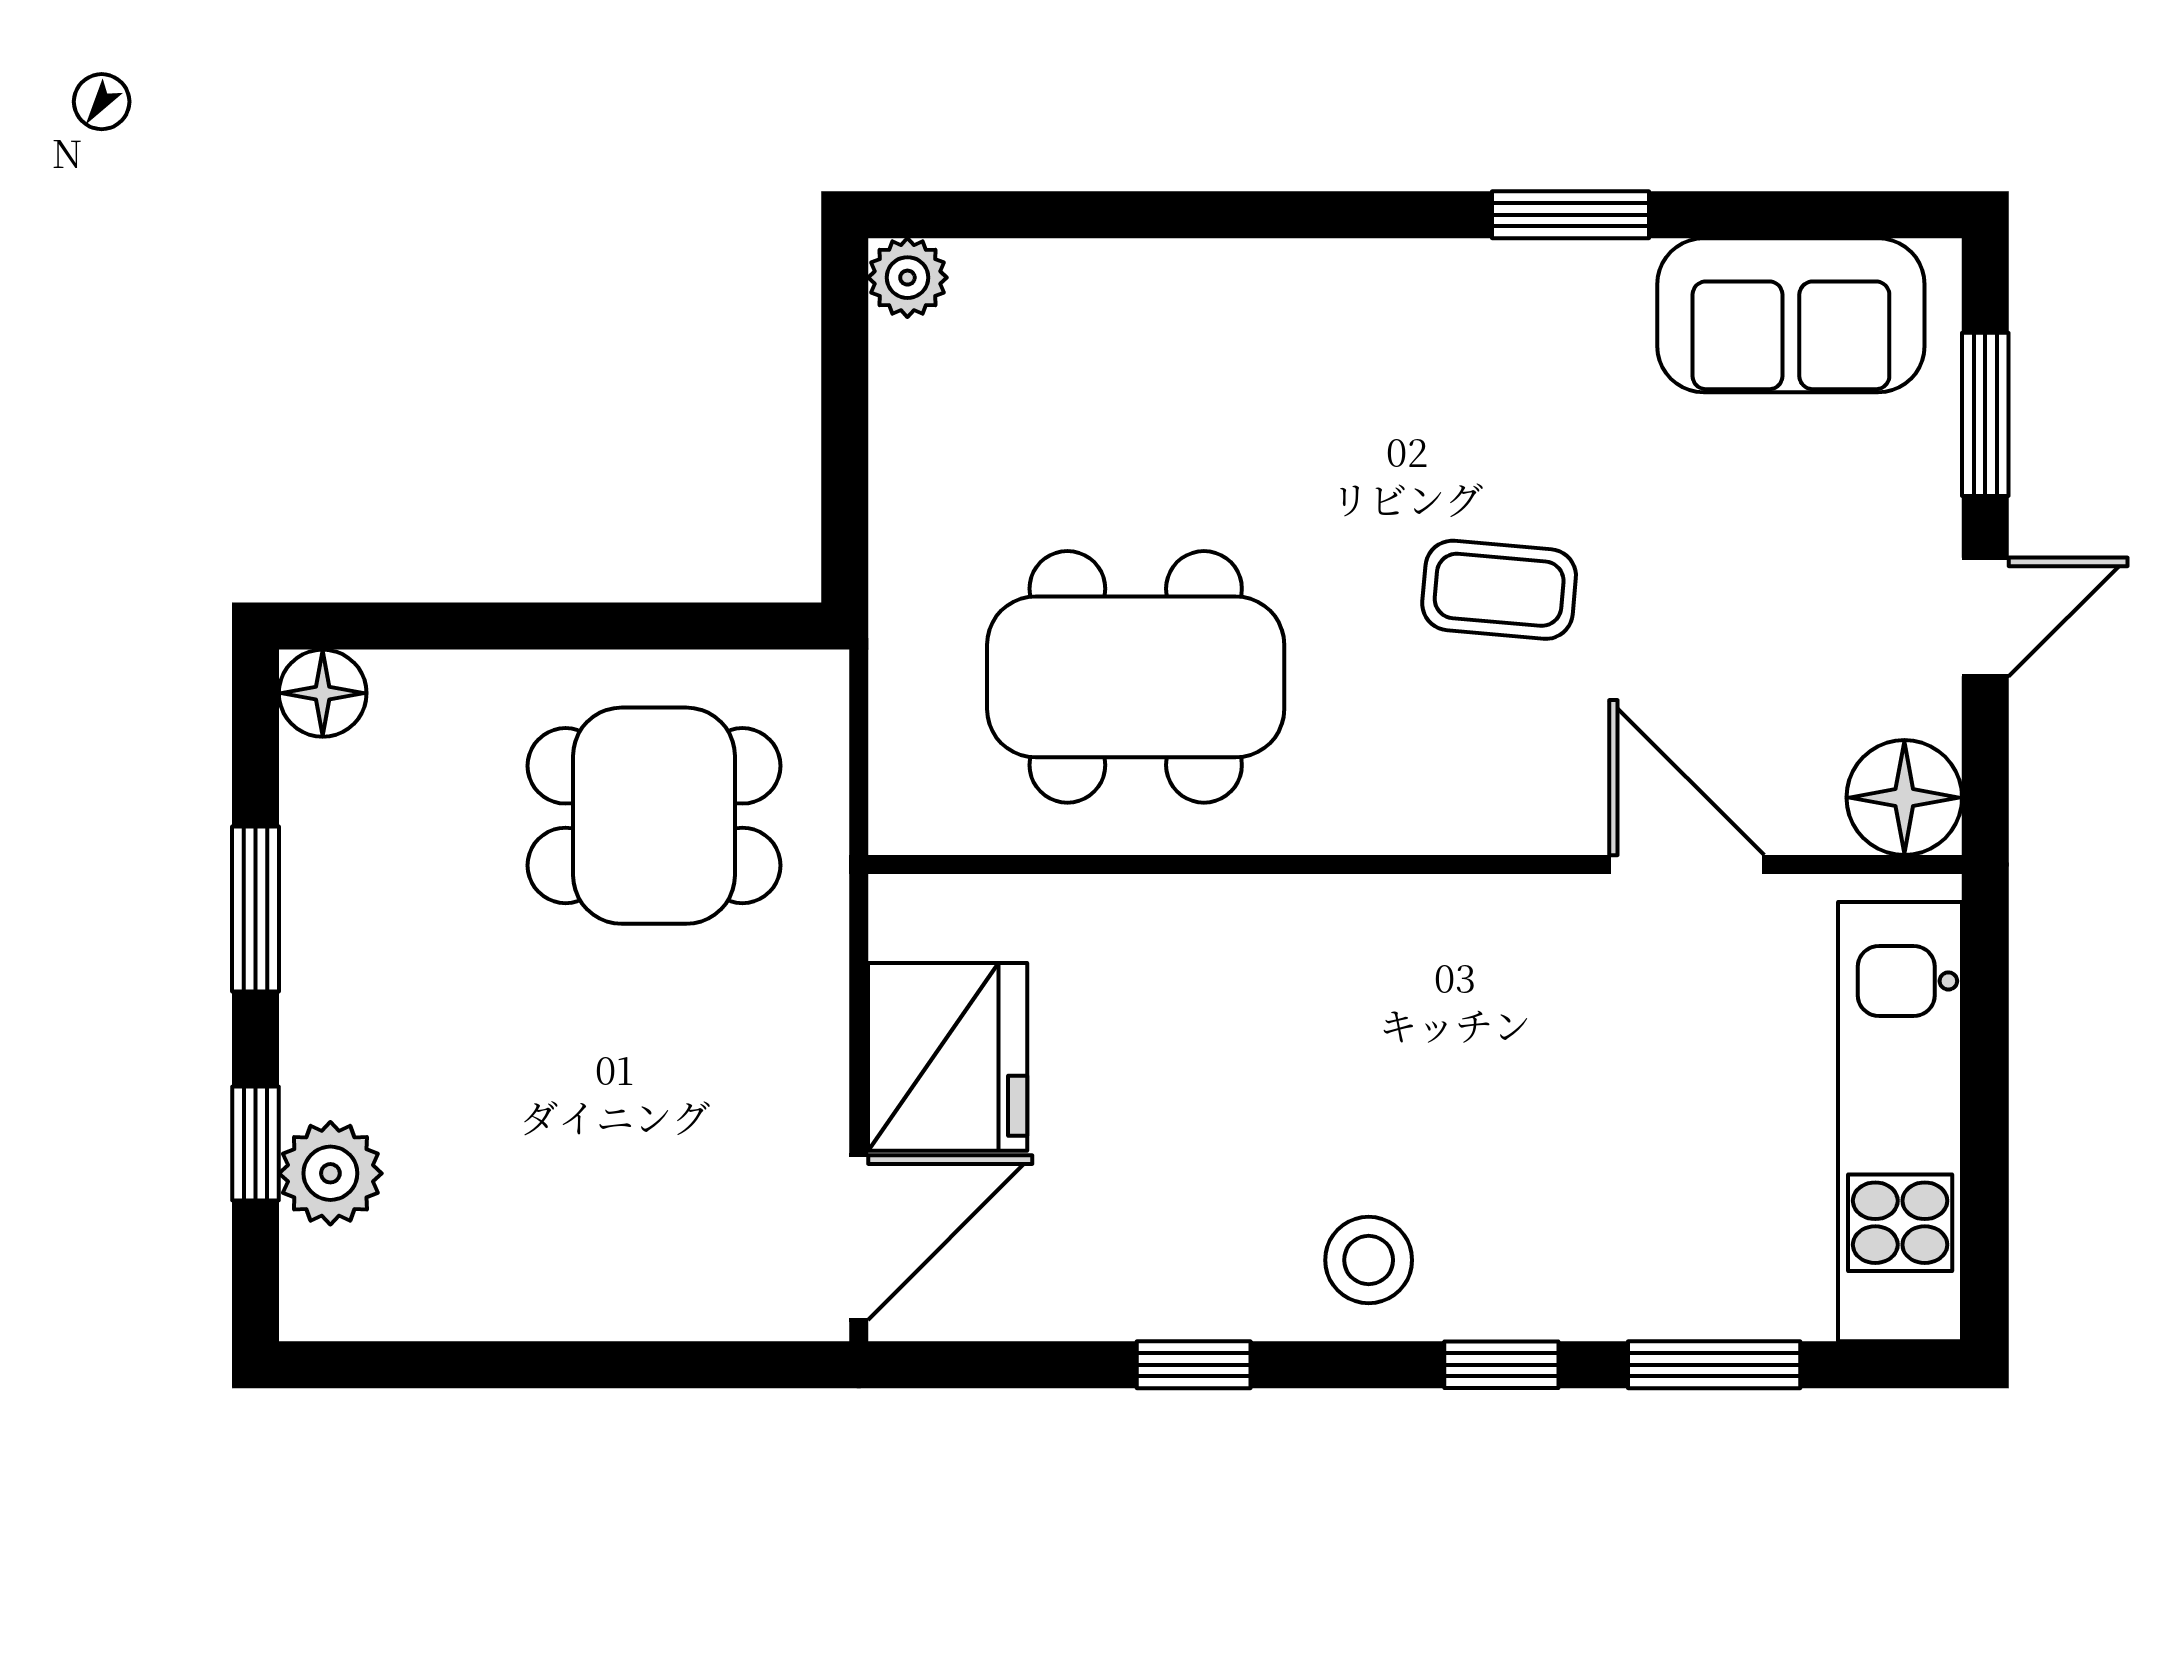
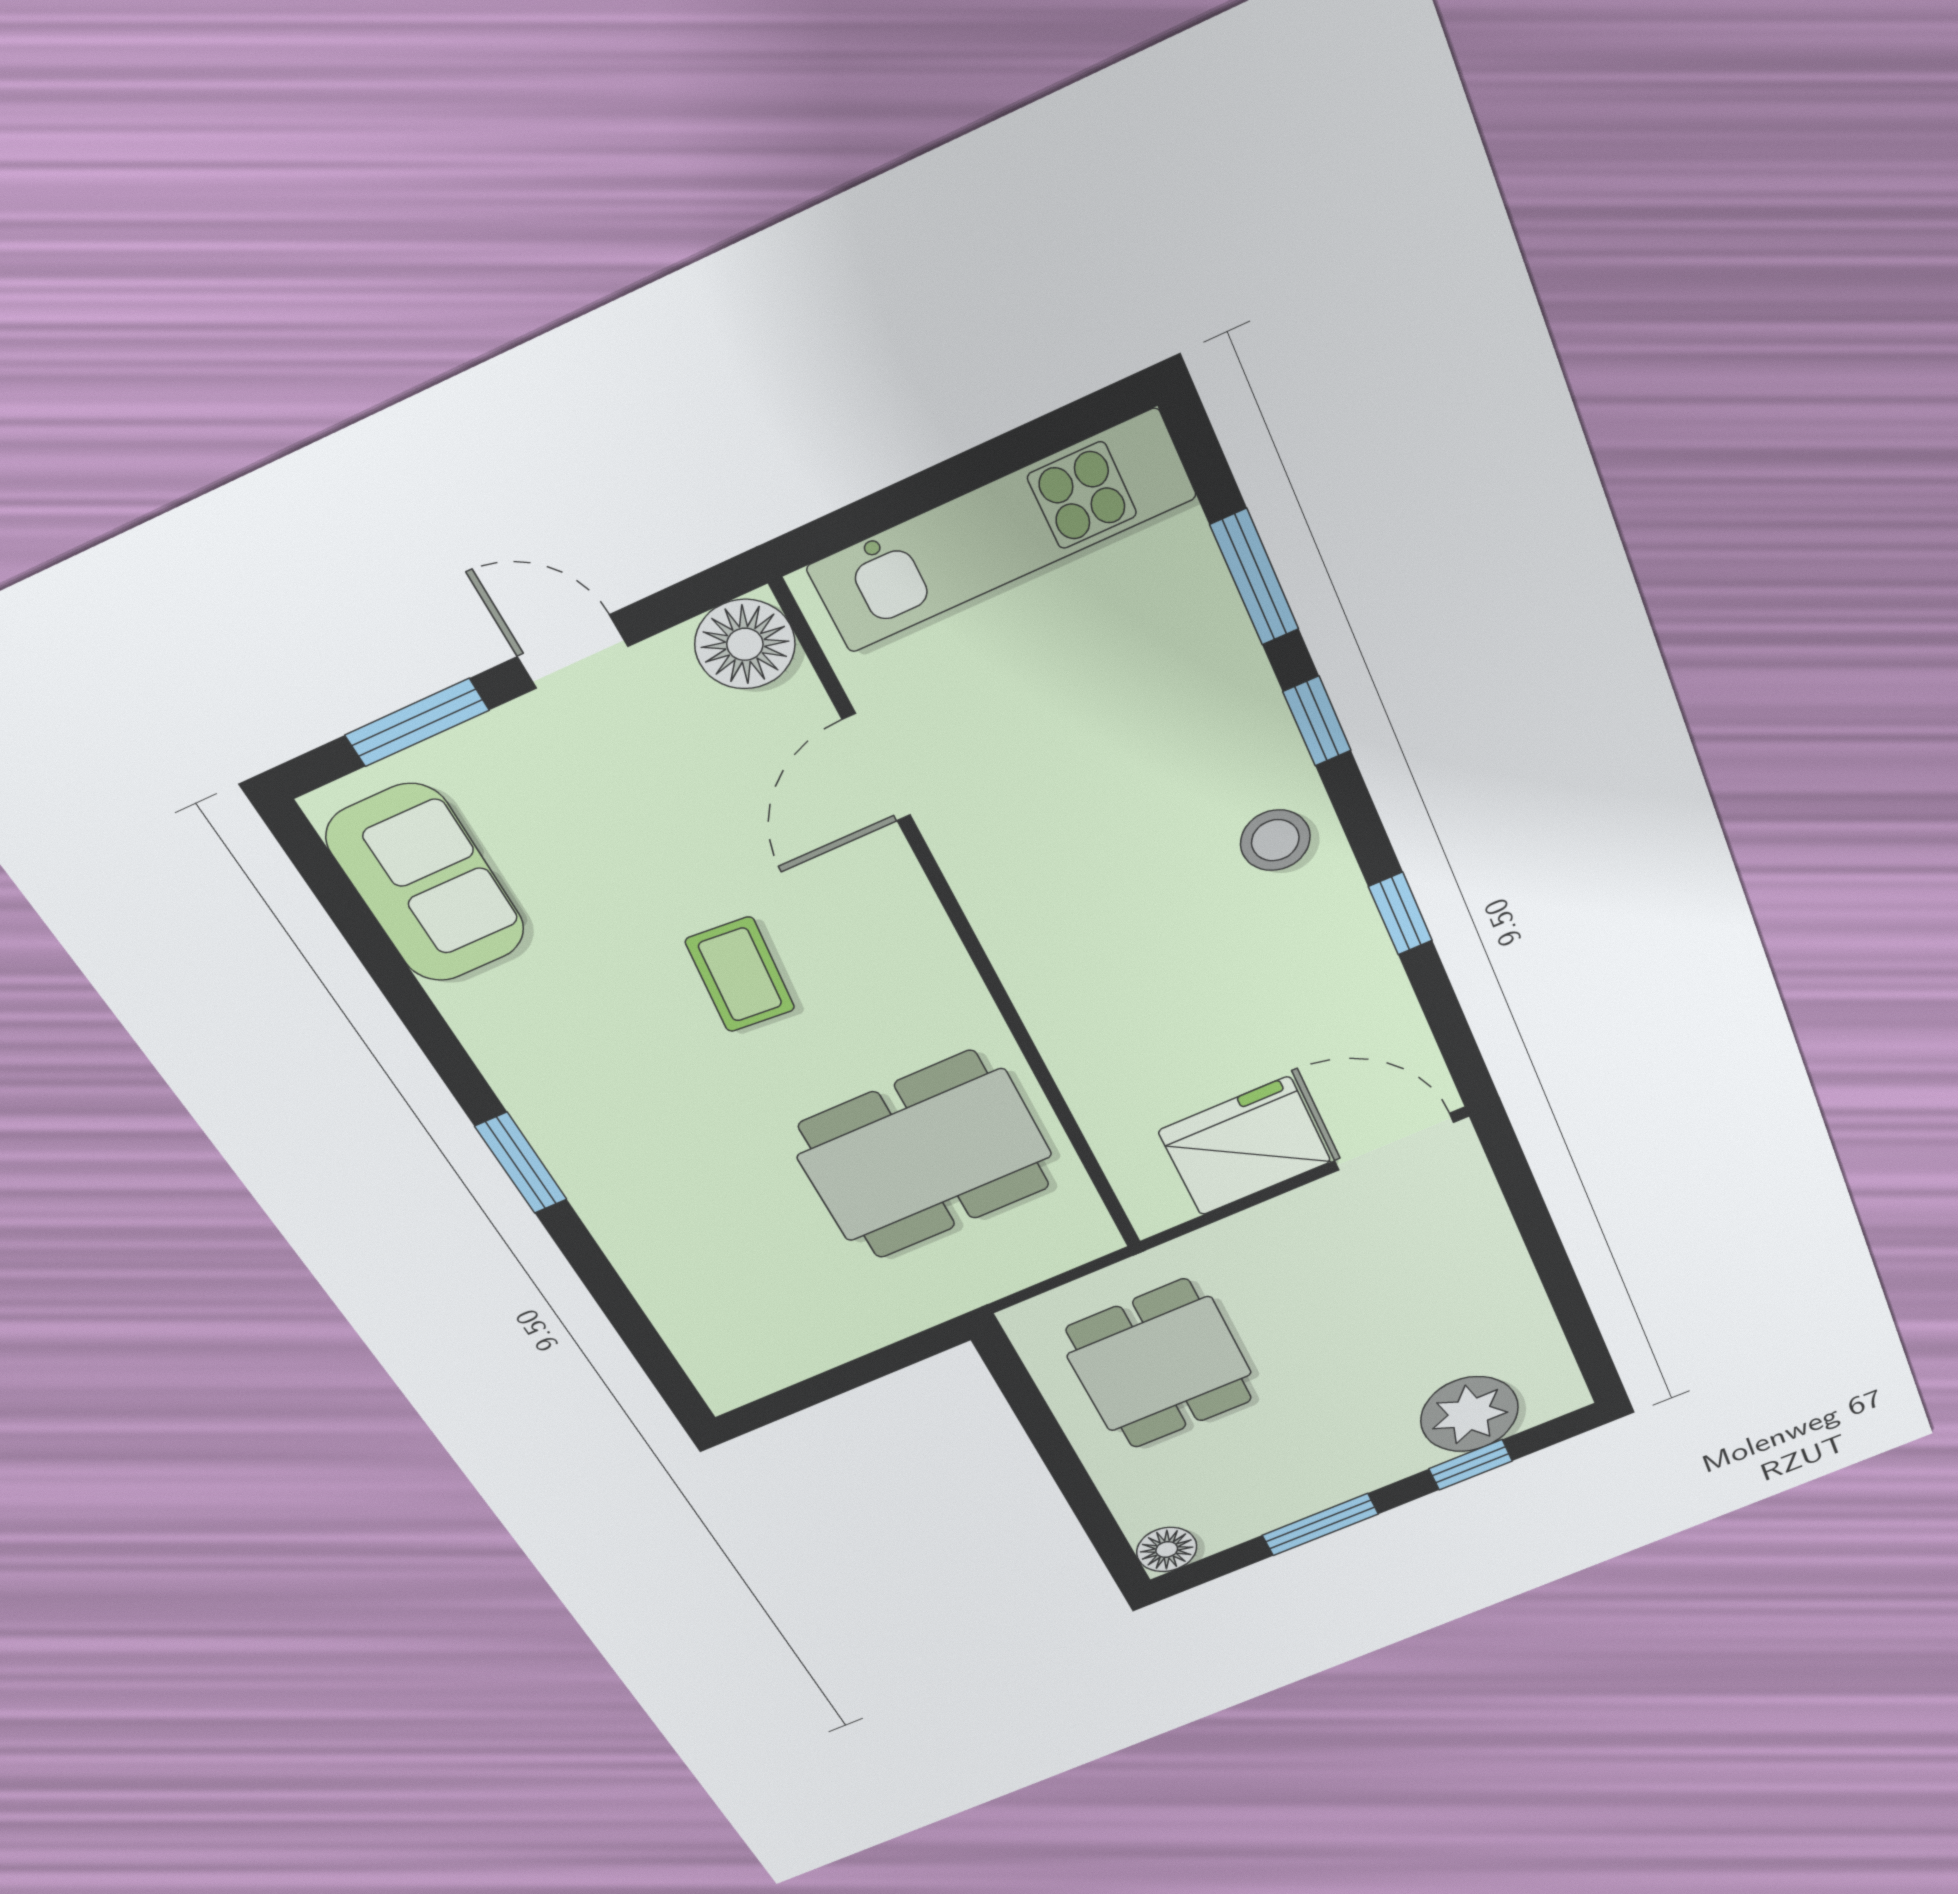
window: (1570, 215) -> (521, 1163), moved
plant: (907, 278) -> (728, 1387), removed
dining table: (1136, 677) -> (925, 1156), turned 90
plant: (330, 1173) -> (1469, 1414), width x1.36, depth x1.36

